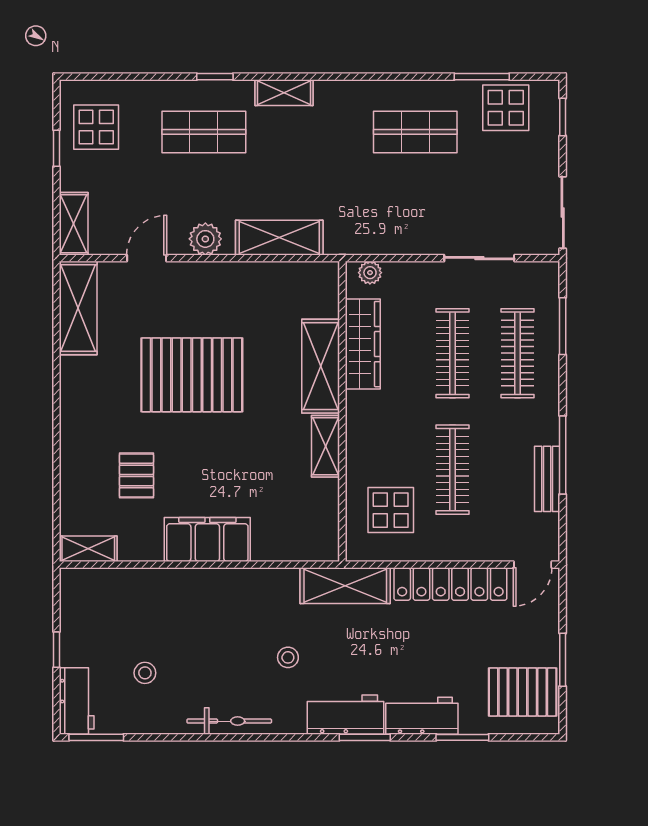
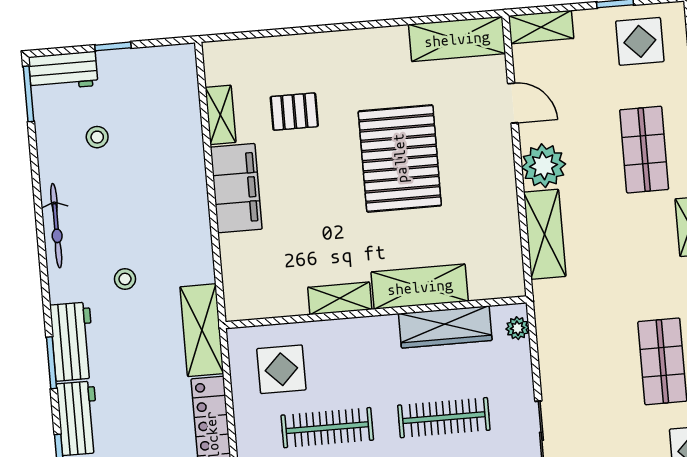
plant: (205, 239) -> (543, 166), width x1.36, depth x1.36
shelving: (88, 549) -> (221, 115), moved

